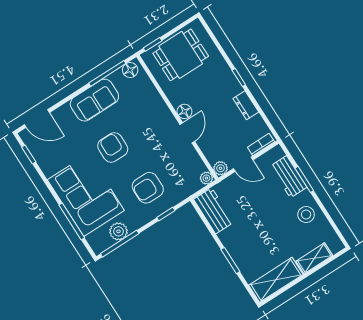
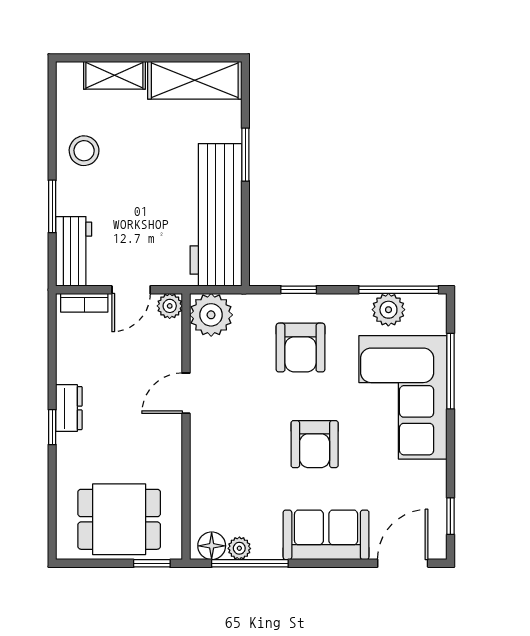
plant: (117, 77) -> (239, 548), added
sofa: (94, 100) -> (326, 535), moved
dresser: (246, 105) -> (69, 408), moved
floor lamp: (184, 111) -> (169, 429), removed
door: (37, 119) -> (403, 563), hinge flipped
door: (243, 164) -> (131, 290), swing flipped
workbench: (289, 177) -> (74, 251), moved
plant: (206, 178) -> (211, 315), width x1.88, depth x1.88
armchair: (148, 188) -> (301, 348), turned 90
workbench: (214, 211) -> (216, 215), width x1.88, depth x1.32

